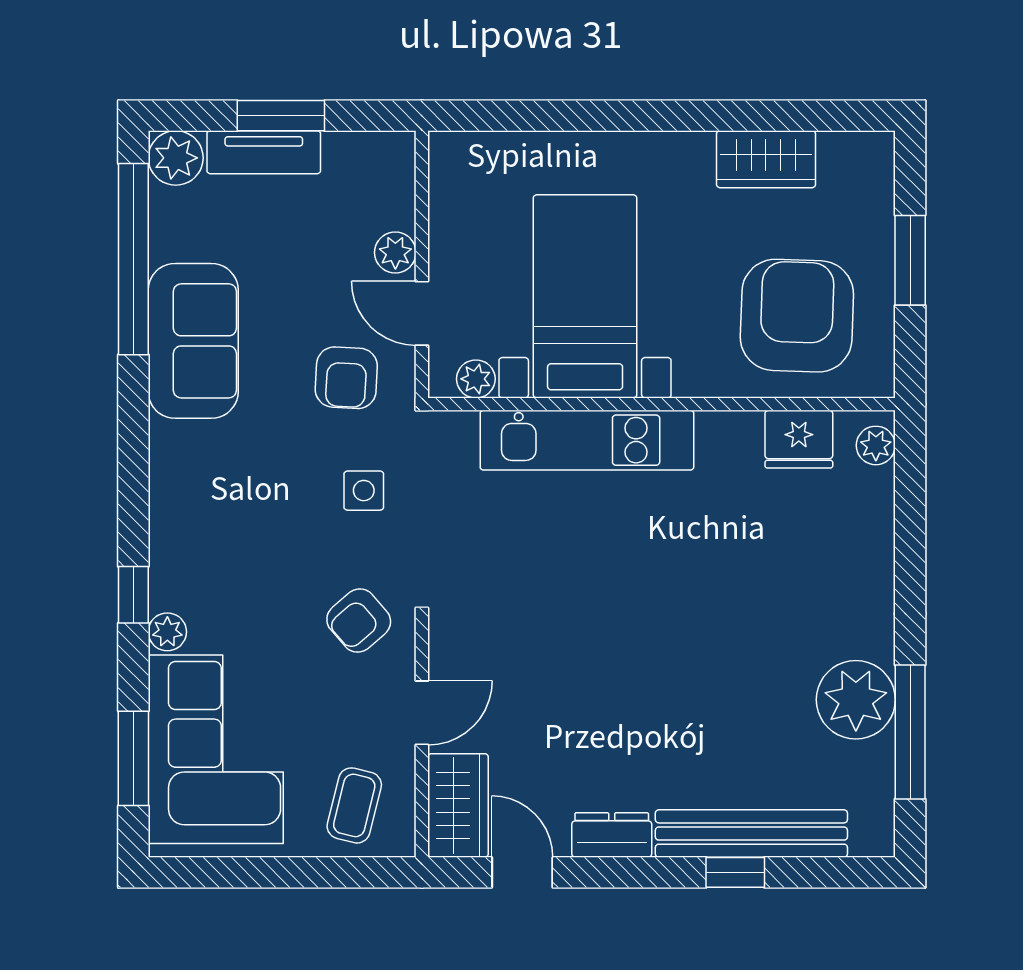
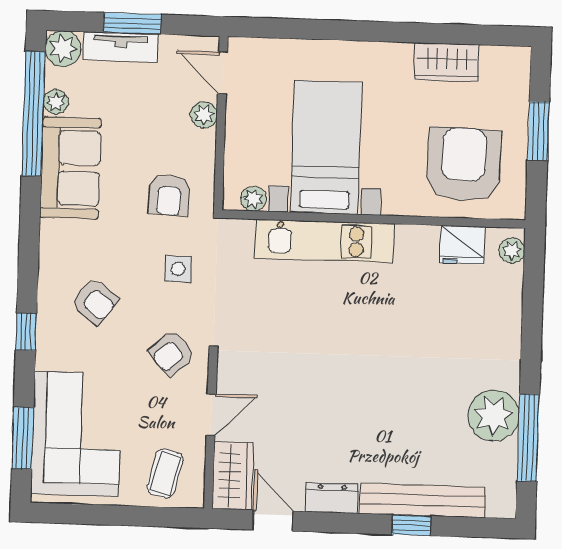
door: (422, 313) -> (223, 73), moved
armchair: (237, 545) -> (95, 301), added
plant: (167, 632) -> (56, 102), moved

